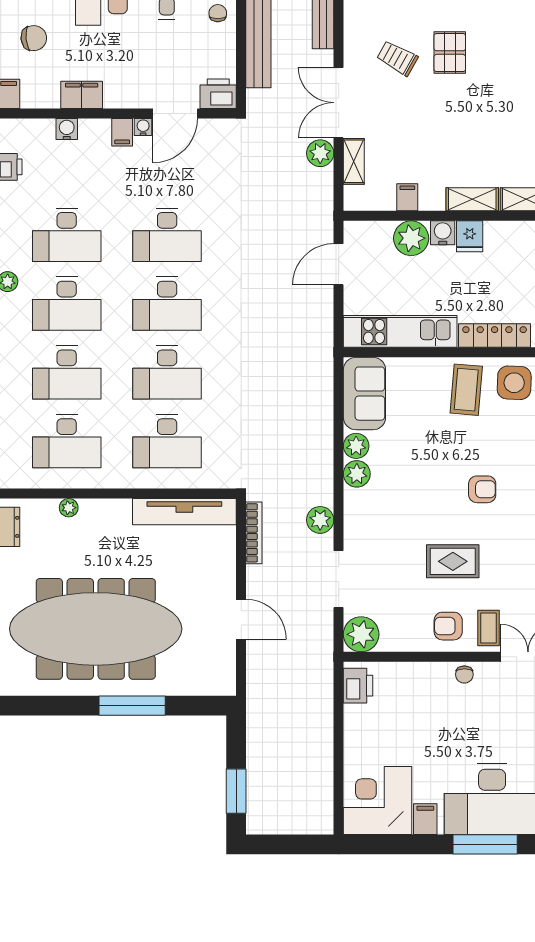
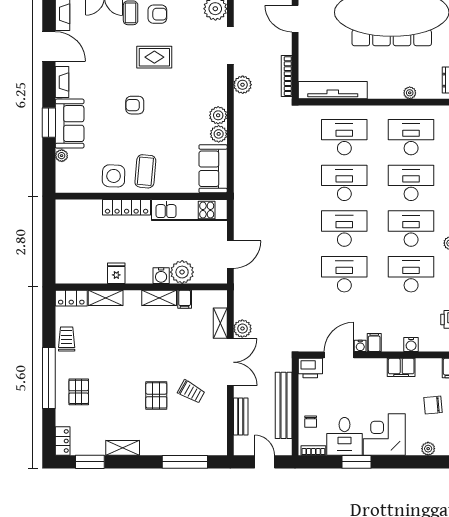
shelving: (472, 199) -> (159, 298), moved
fridge: (470, 236) -> (116, 273), moved

